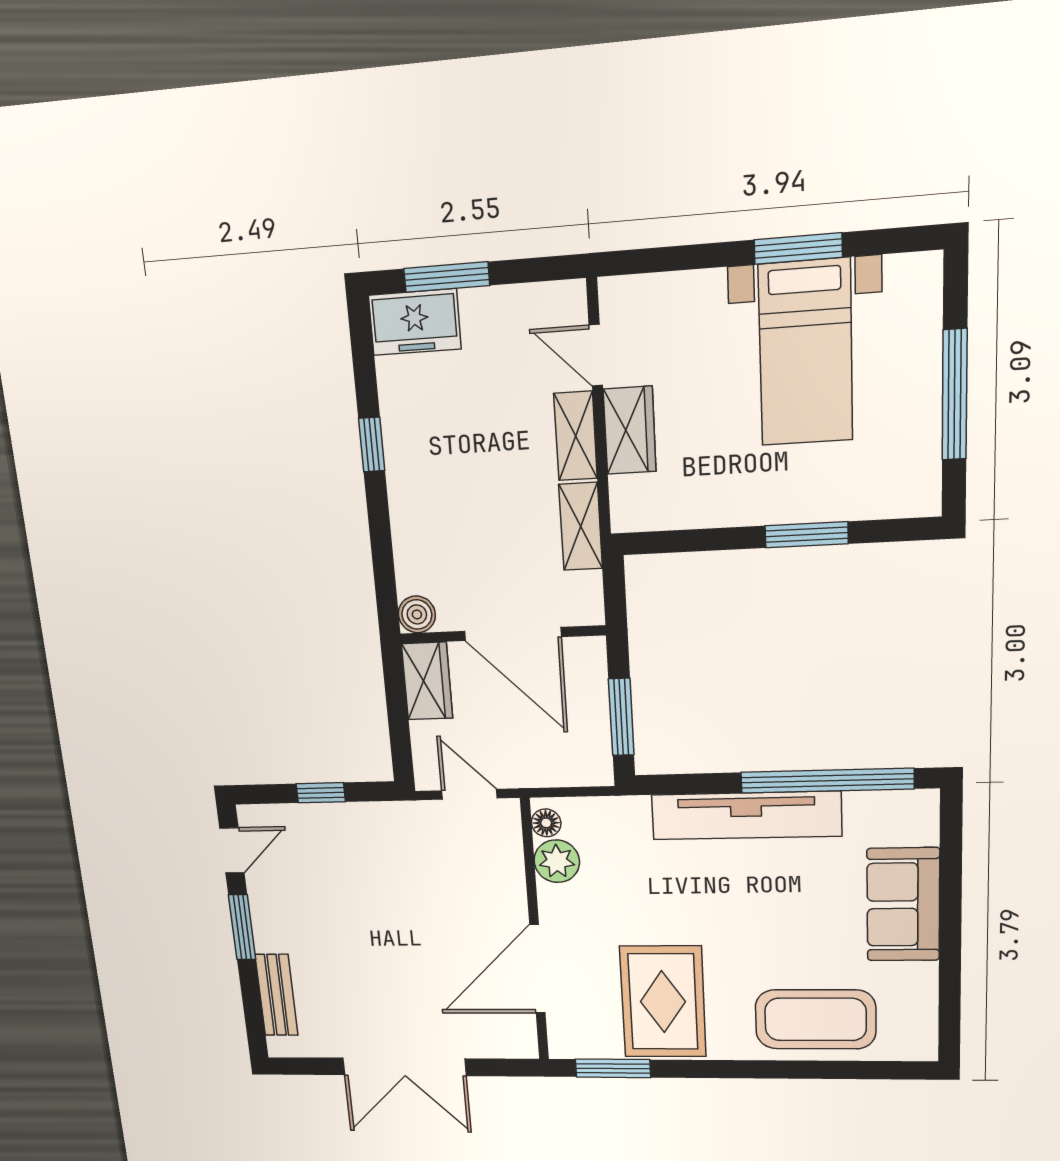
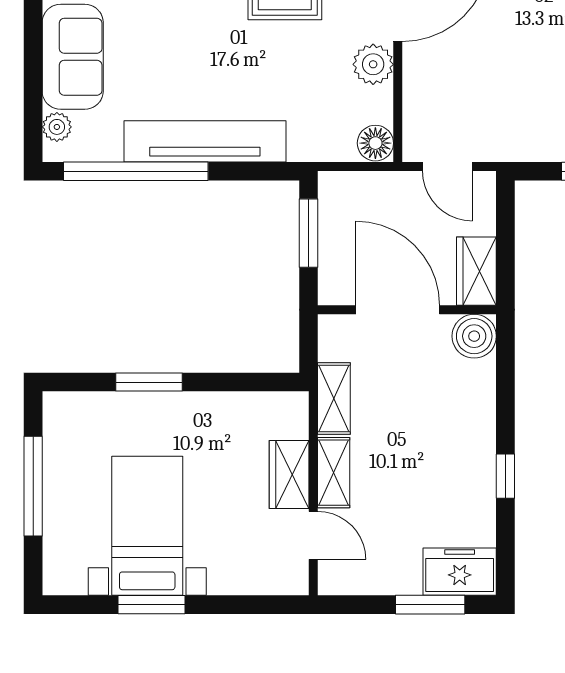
boiler: (417, 614) -> (474, 336), width x1.36, depth x1.36
floor lamp: (546, 823) -> (375, 143), width x1.37, depth x1.37
plant: (922, 828) -> (57, 127), added
plant: (557, 861) -> (373, 64), moved

